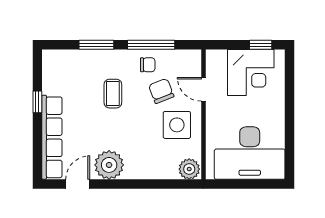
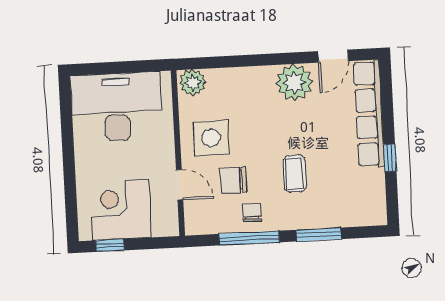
chair: (148, 65) -> (252, 212), turned 90
chair: (161, 91) -> (233, 180), turned 111

